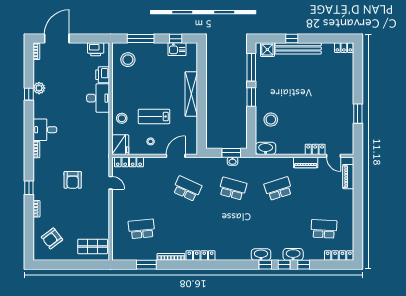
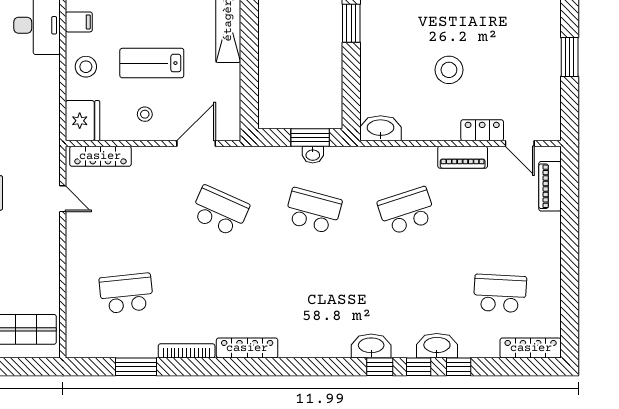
filing cabinet: (118, 96) -> (79, 22), added
stool: (271, 120) -> (449, 70), moved

